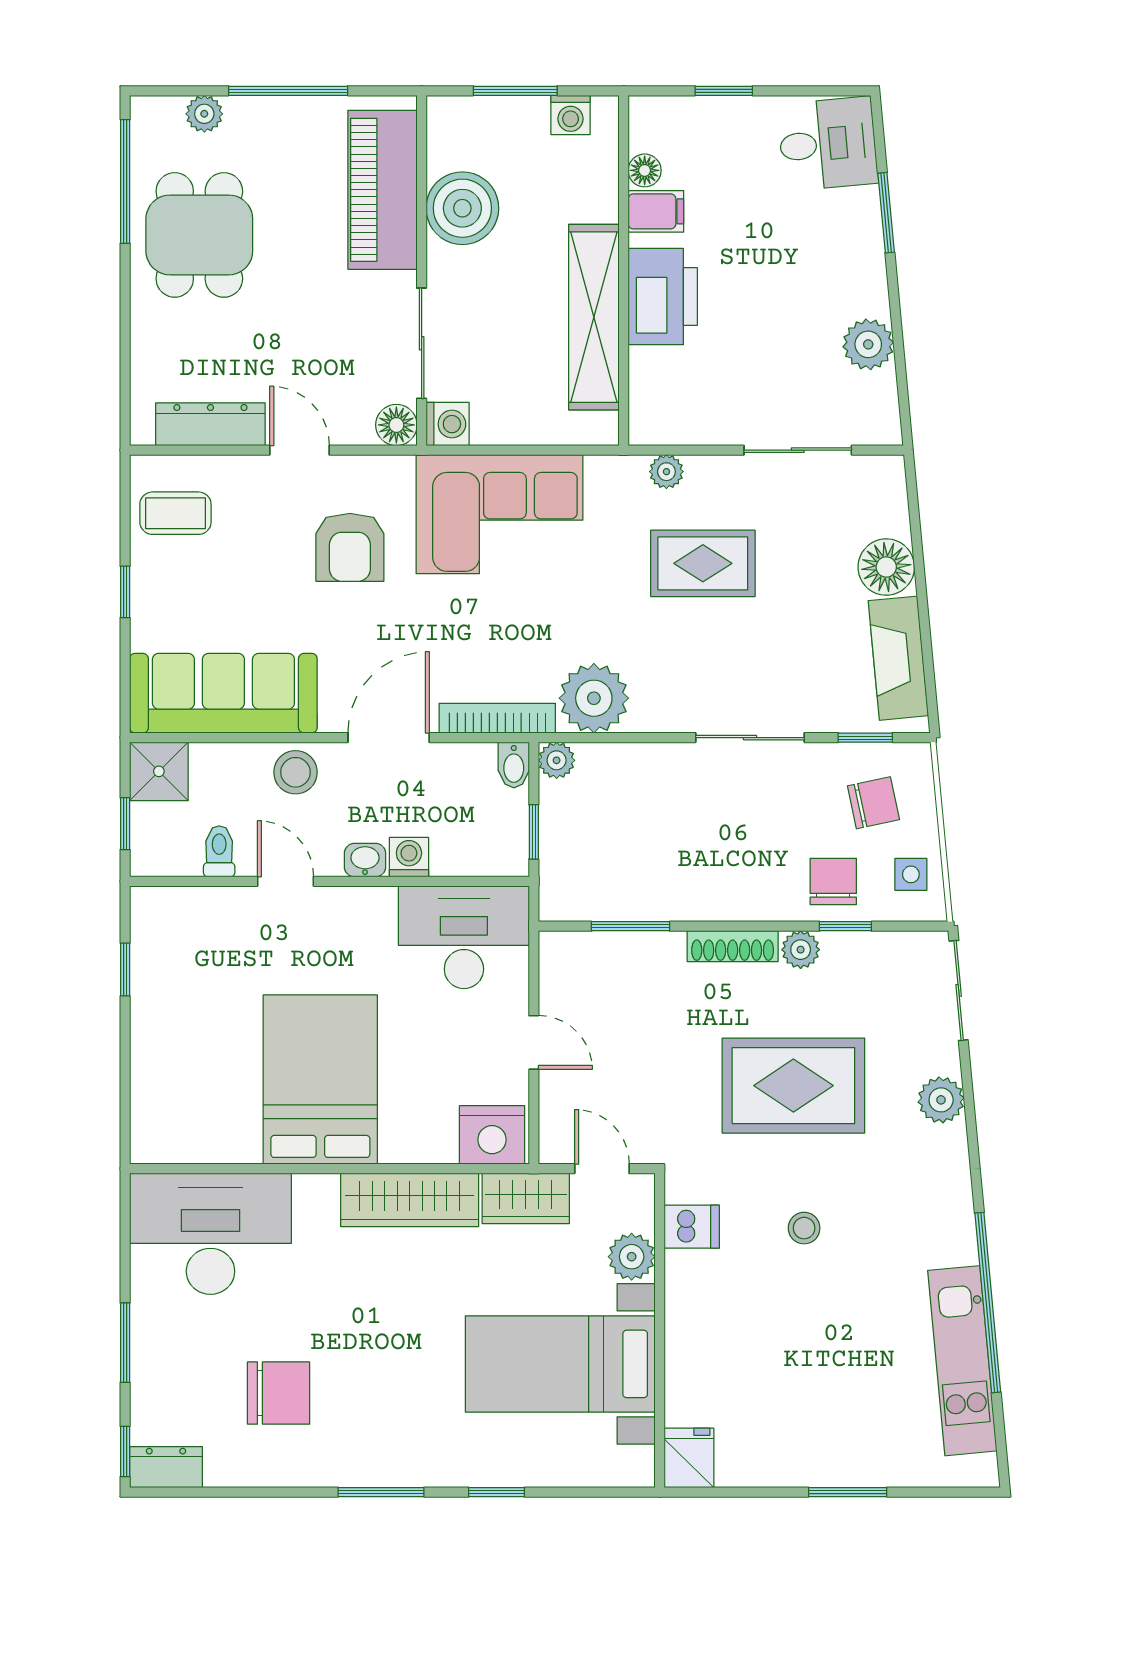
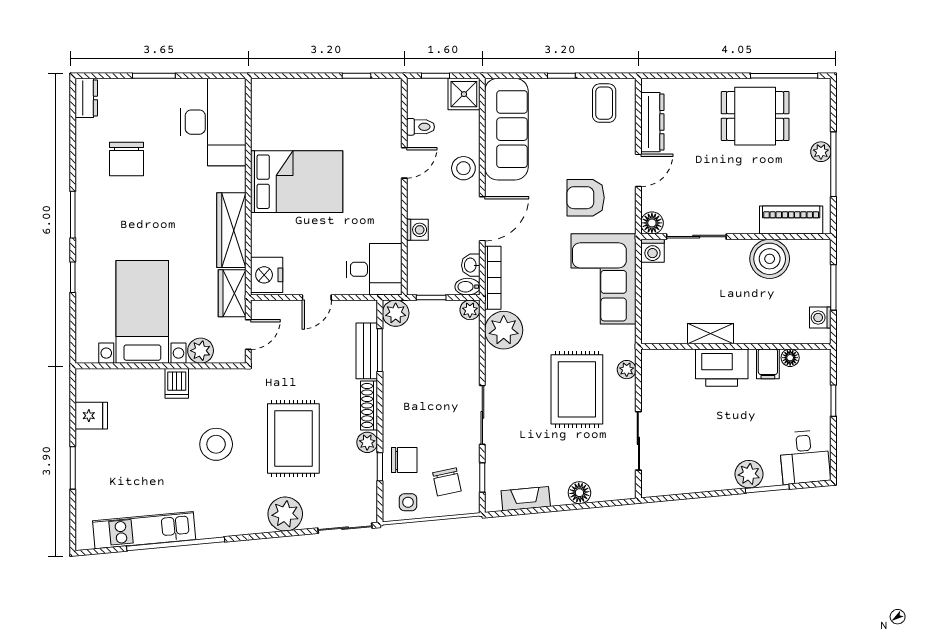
plant: (204, 114) -> (821, 152), moved
piano: (382, 190) -> (791, 220), width x0.73, depth x0.75
shelving: (594, 317) -> (710, 334), width x0.45, depth x0.75
plant: (868, 344) -> (749, 474), moved
rug: (703, 563) -> (577, 389), width x1.36, depth x1.43
floor lamp: (886, 567) -> (579, 493), width x0.73, depth x0.73
fireplace: (898, 658) -> (526, 499), width x0.73, depth x0.76
door: (389, 738) -> (482, 219), hinge flipped
washbasin: (365, 860) -> (471, 265), moved, turned 180
plant: (563, 897) -> (396, 313), added
desk: (464, 937) -> (374, 269), width x0.73
bench: (632, 950) -> (367, 351), added
plant: (941, 1100) -> (285, 514), width x1.36, depth x1.36
dishwasher: (692, 1227) -> (177, 383), moved
stool: (804, 1228) -> (216, 444), width x1.89, depth x1.89
window: (125, 1452) -> (95, 76), removed
fridge: (689, 1458) -> (91, 416), moved

